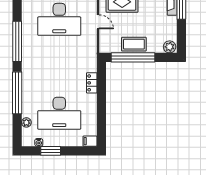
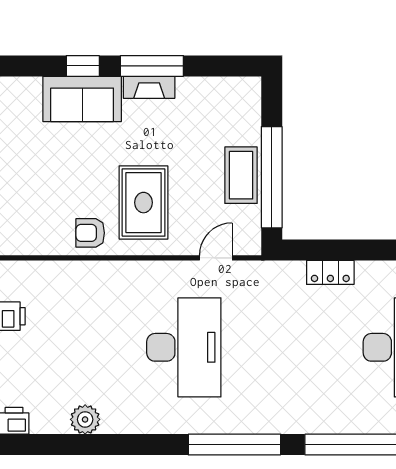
door: (98, 22) -> (216, 258), moved
plant: (170, 47) -> (247, 93), removed

